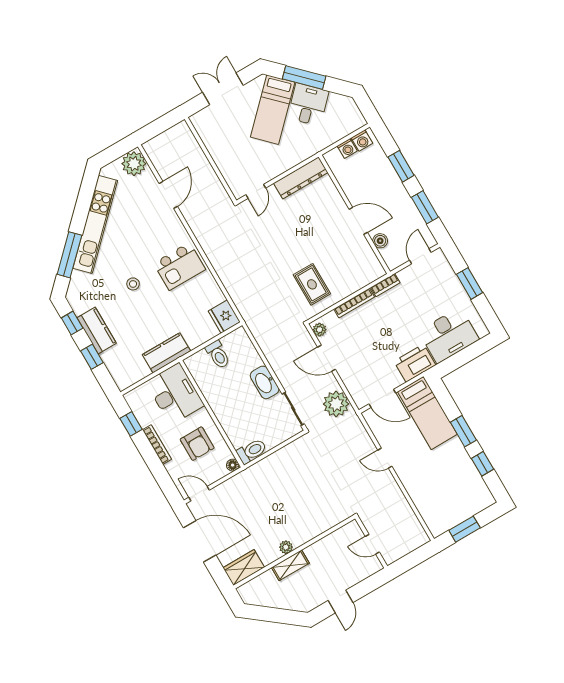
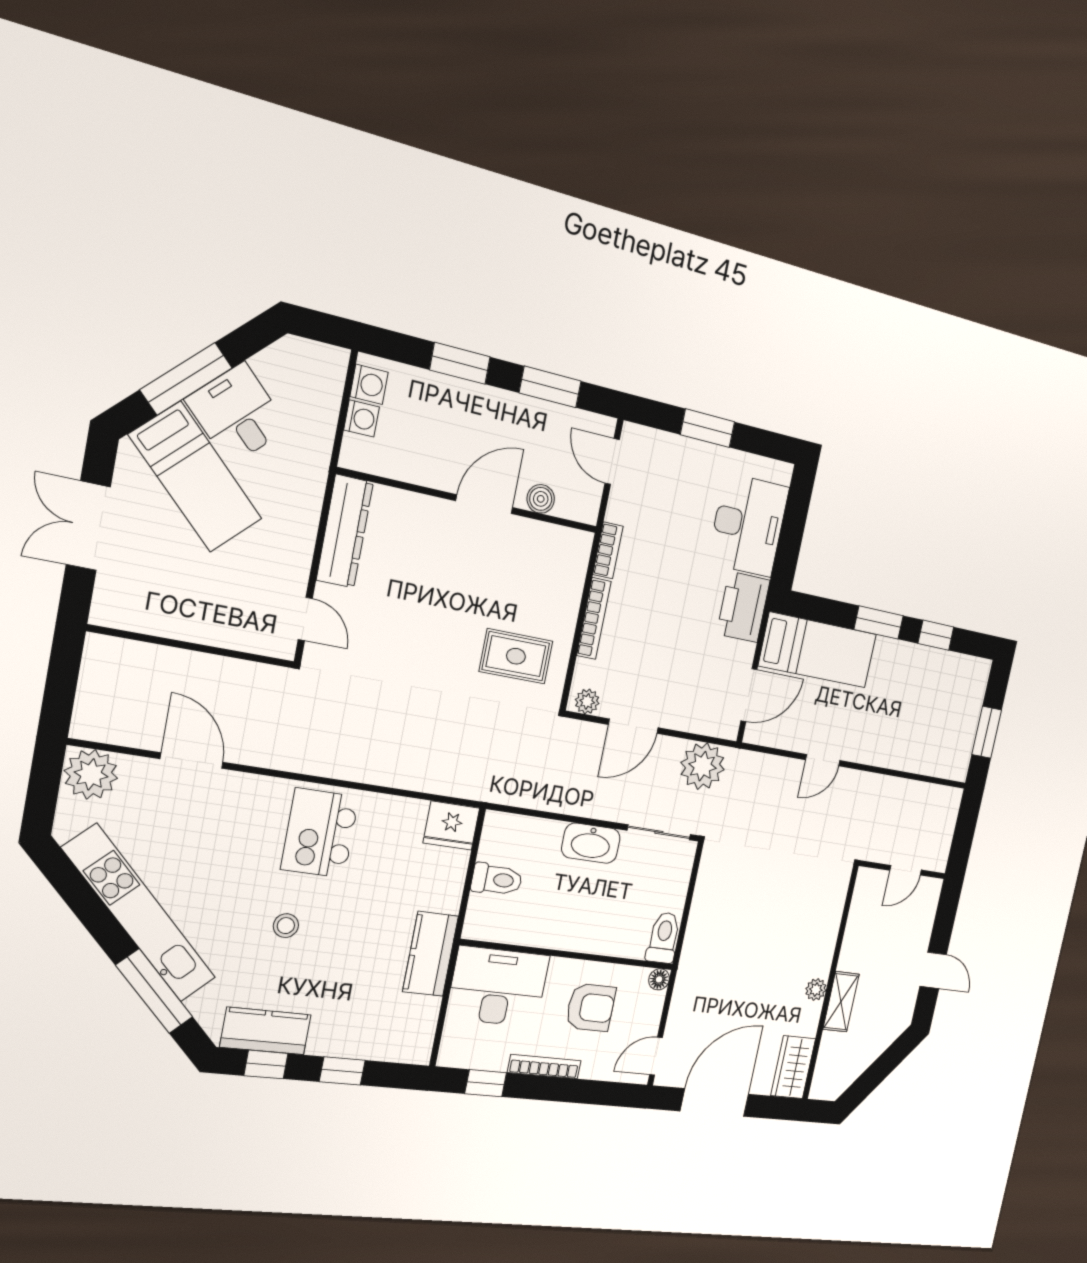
kitchen island: (179, 266) -> (320, 833), turned 180
kitchen counter: (97, 331) -> (265, 1031), moved

